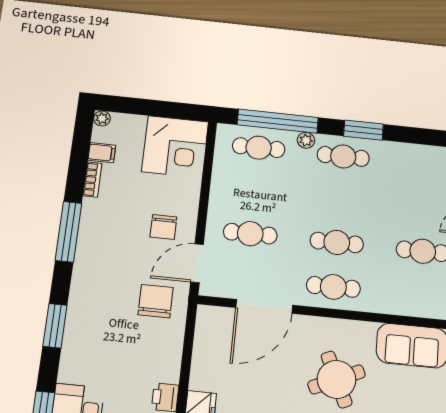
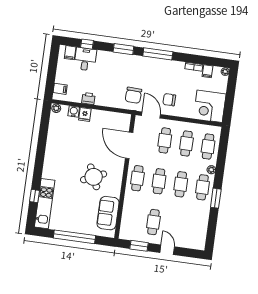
window: (278, 121) -> (222, 156), removed
cafe table: (255, 190) -> (186, 143), added
cafe table: (340, 199) -> (181, 184), added
window: (68, 232) -> (158, 54), moved
chair: (156, 301) -> (133, 95), turned 92

